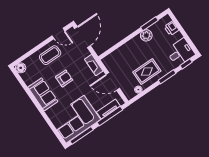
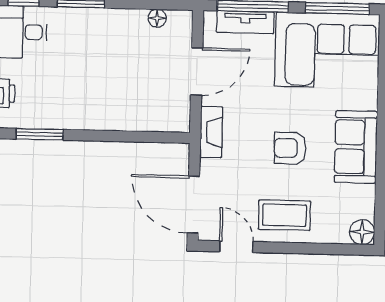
plant: (146, 35) -> (63, 115), removed
door: (82, 37) -> (193, 205), hinge flipped
rug: (147, 72) -> (114, 42), removed
door: (113, 81) -> (197, 72), hinge flipped

